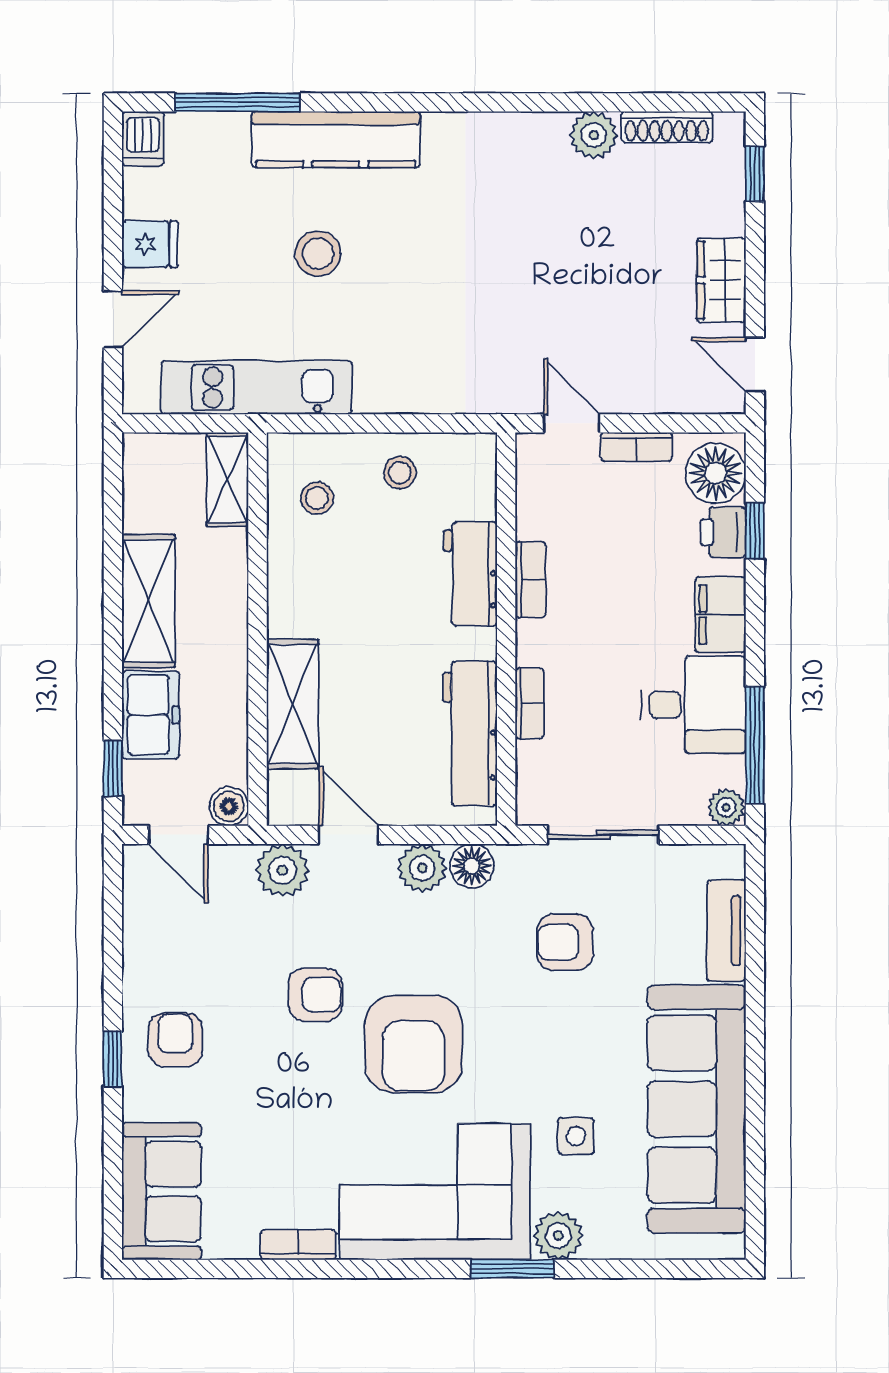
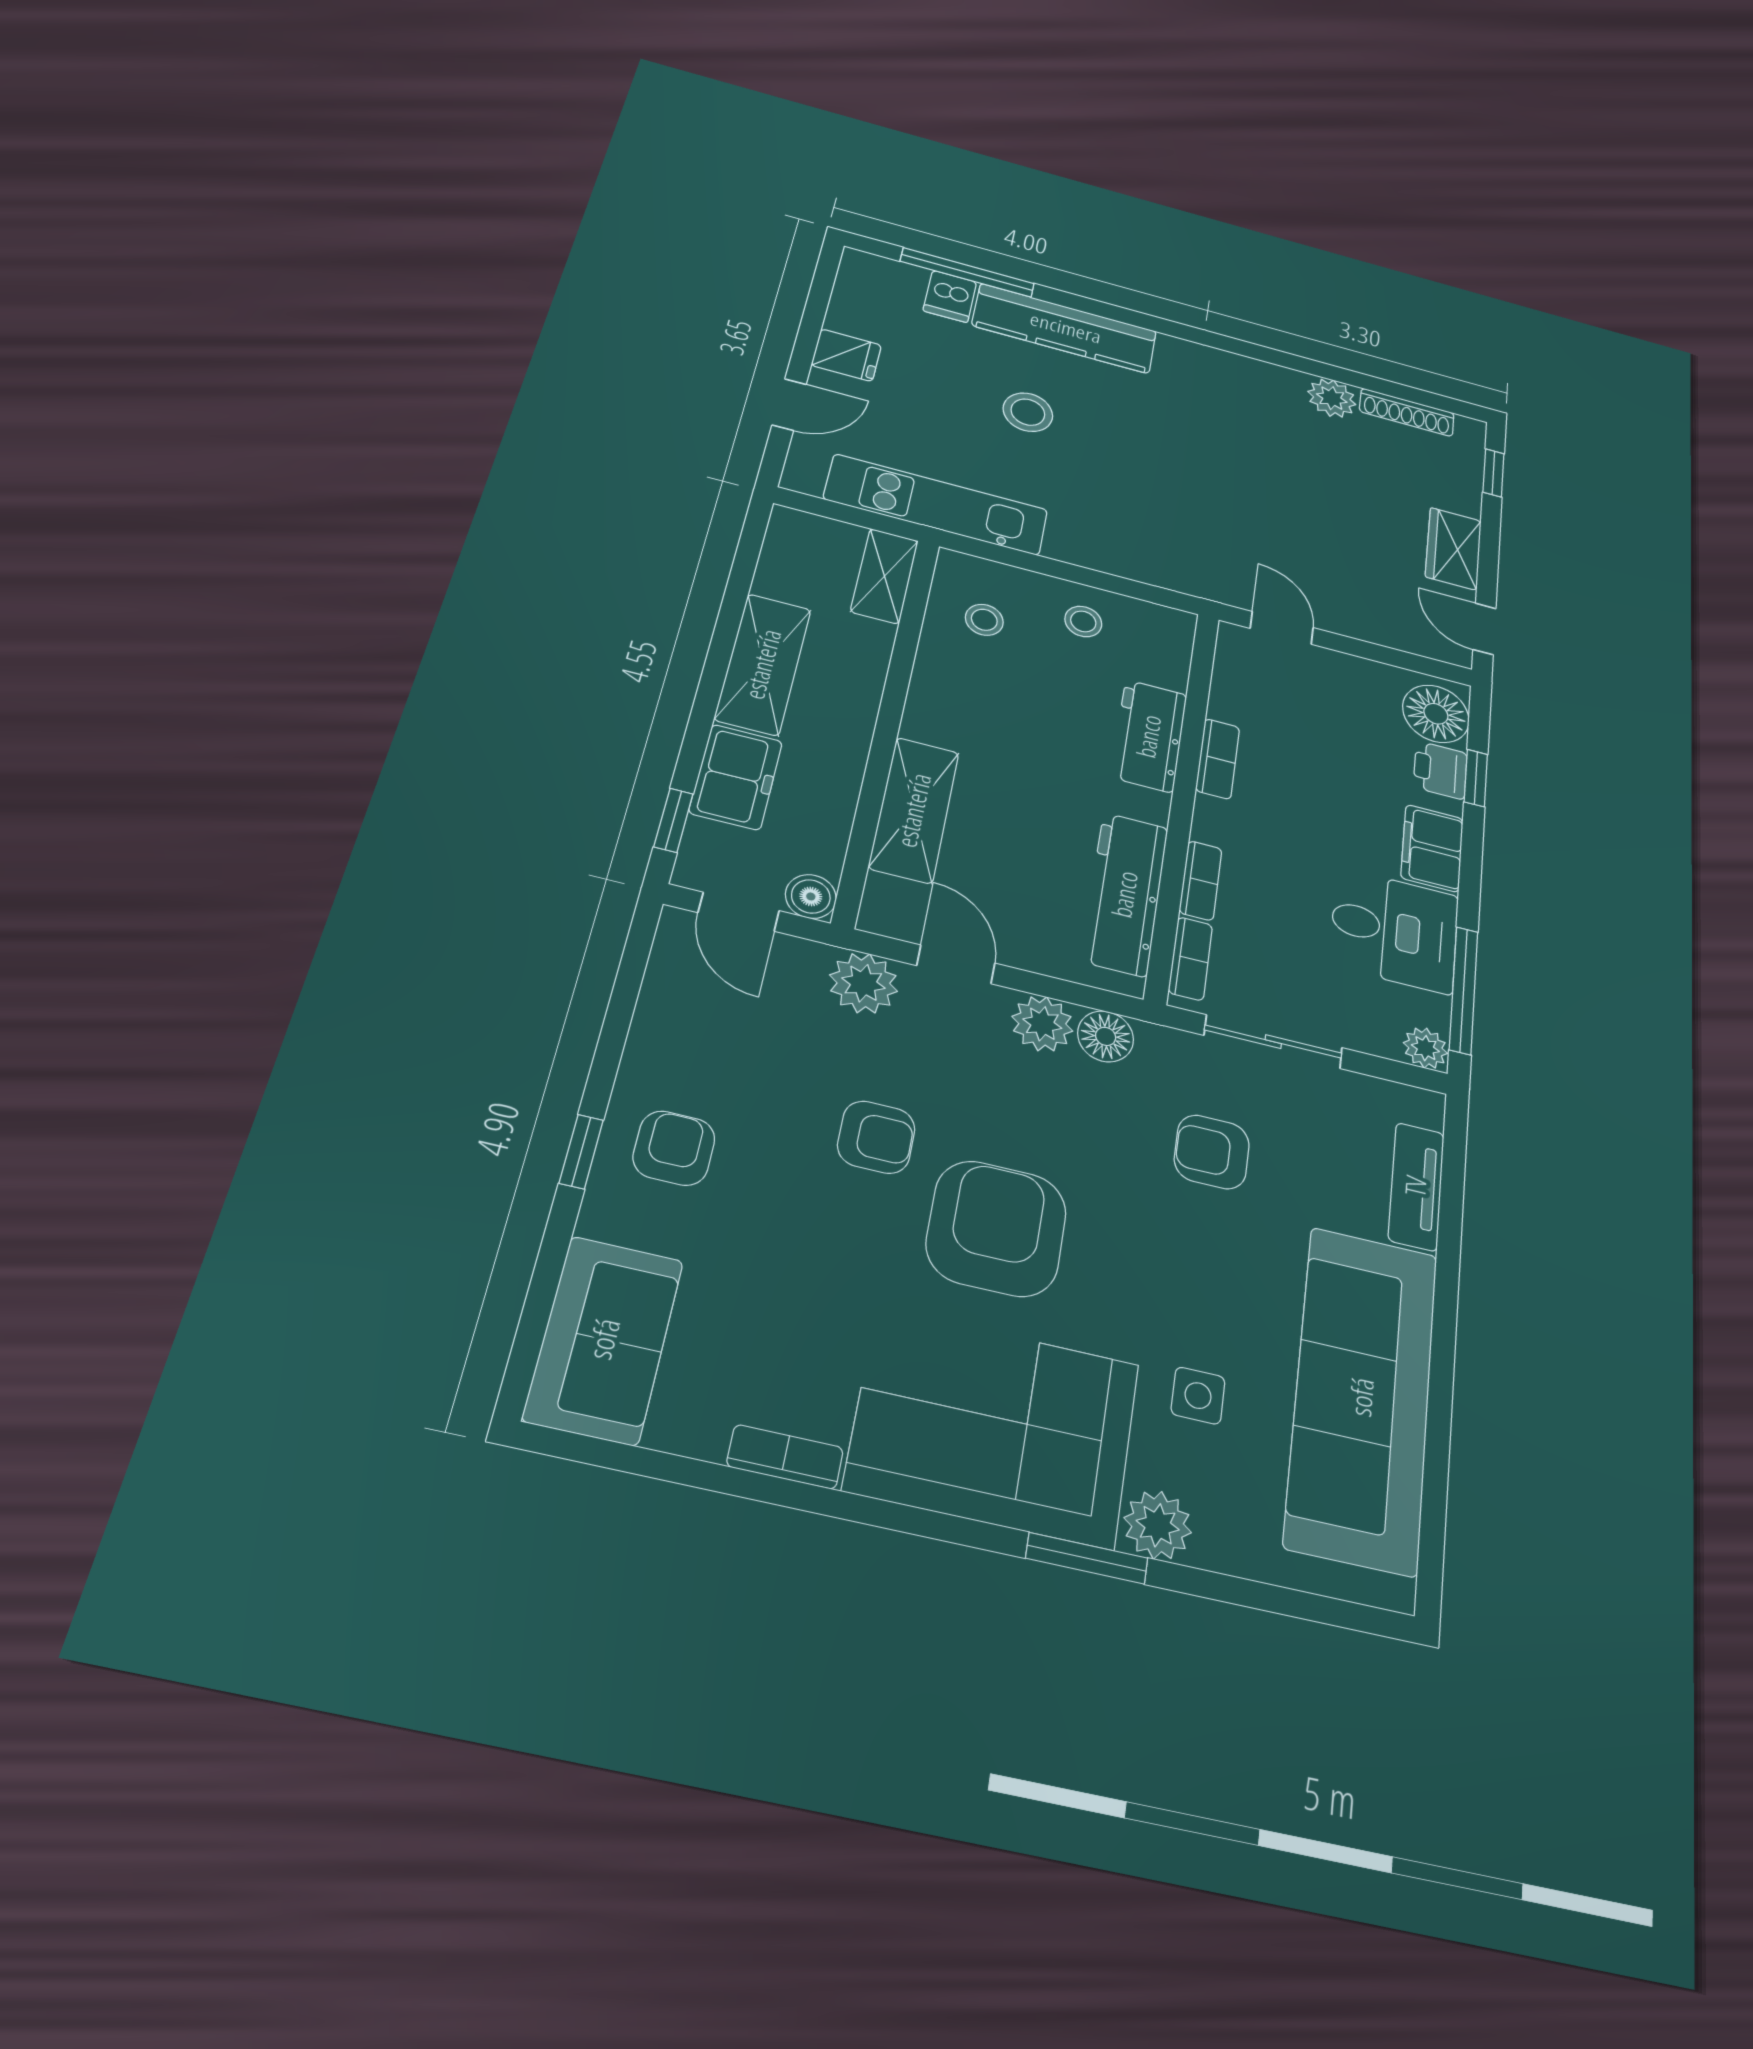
dishwasher: (143, 139) -> (950, 296), moved
bookcase: (637, 447) -> (1190, 959), moved, turned -90
armchair: (414, 1044) -> (996, 1228), turned 180

